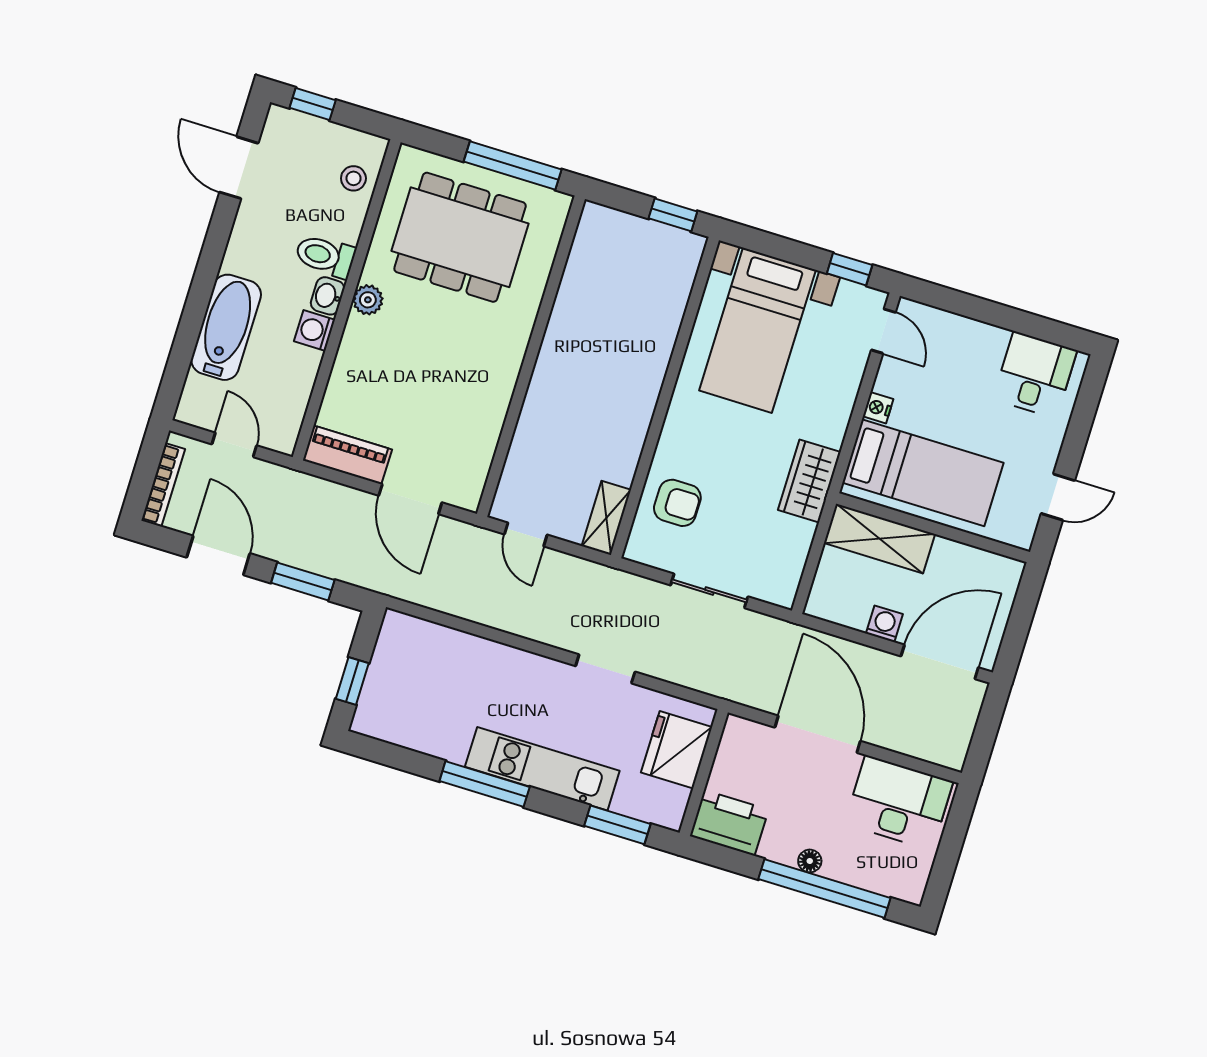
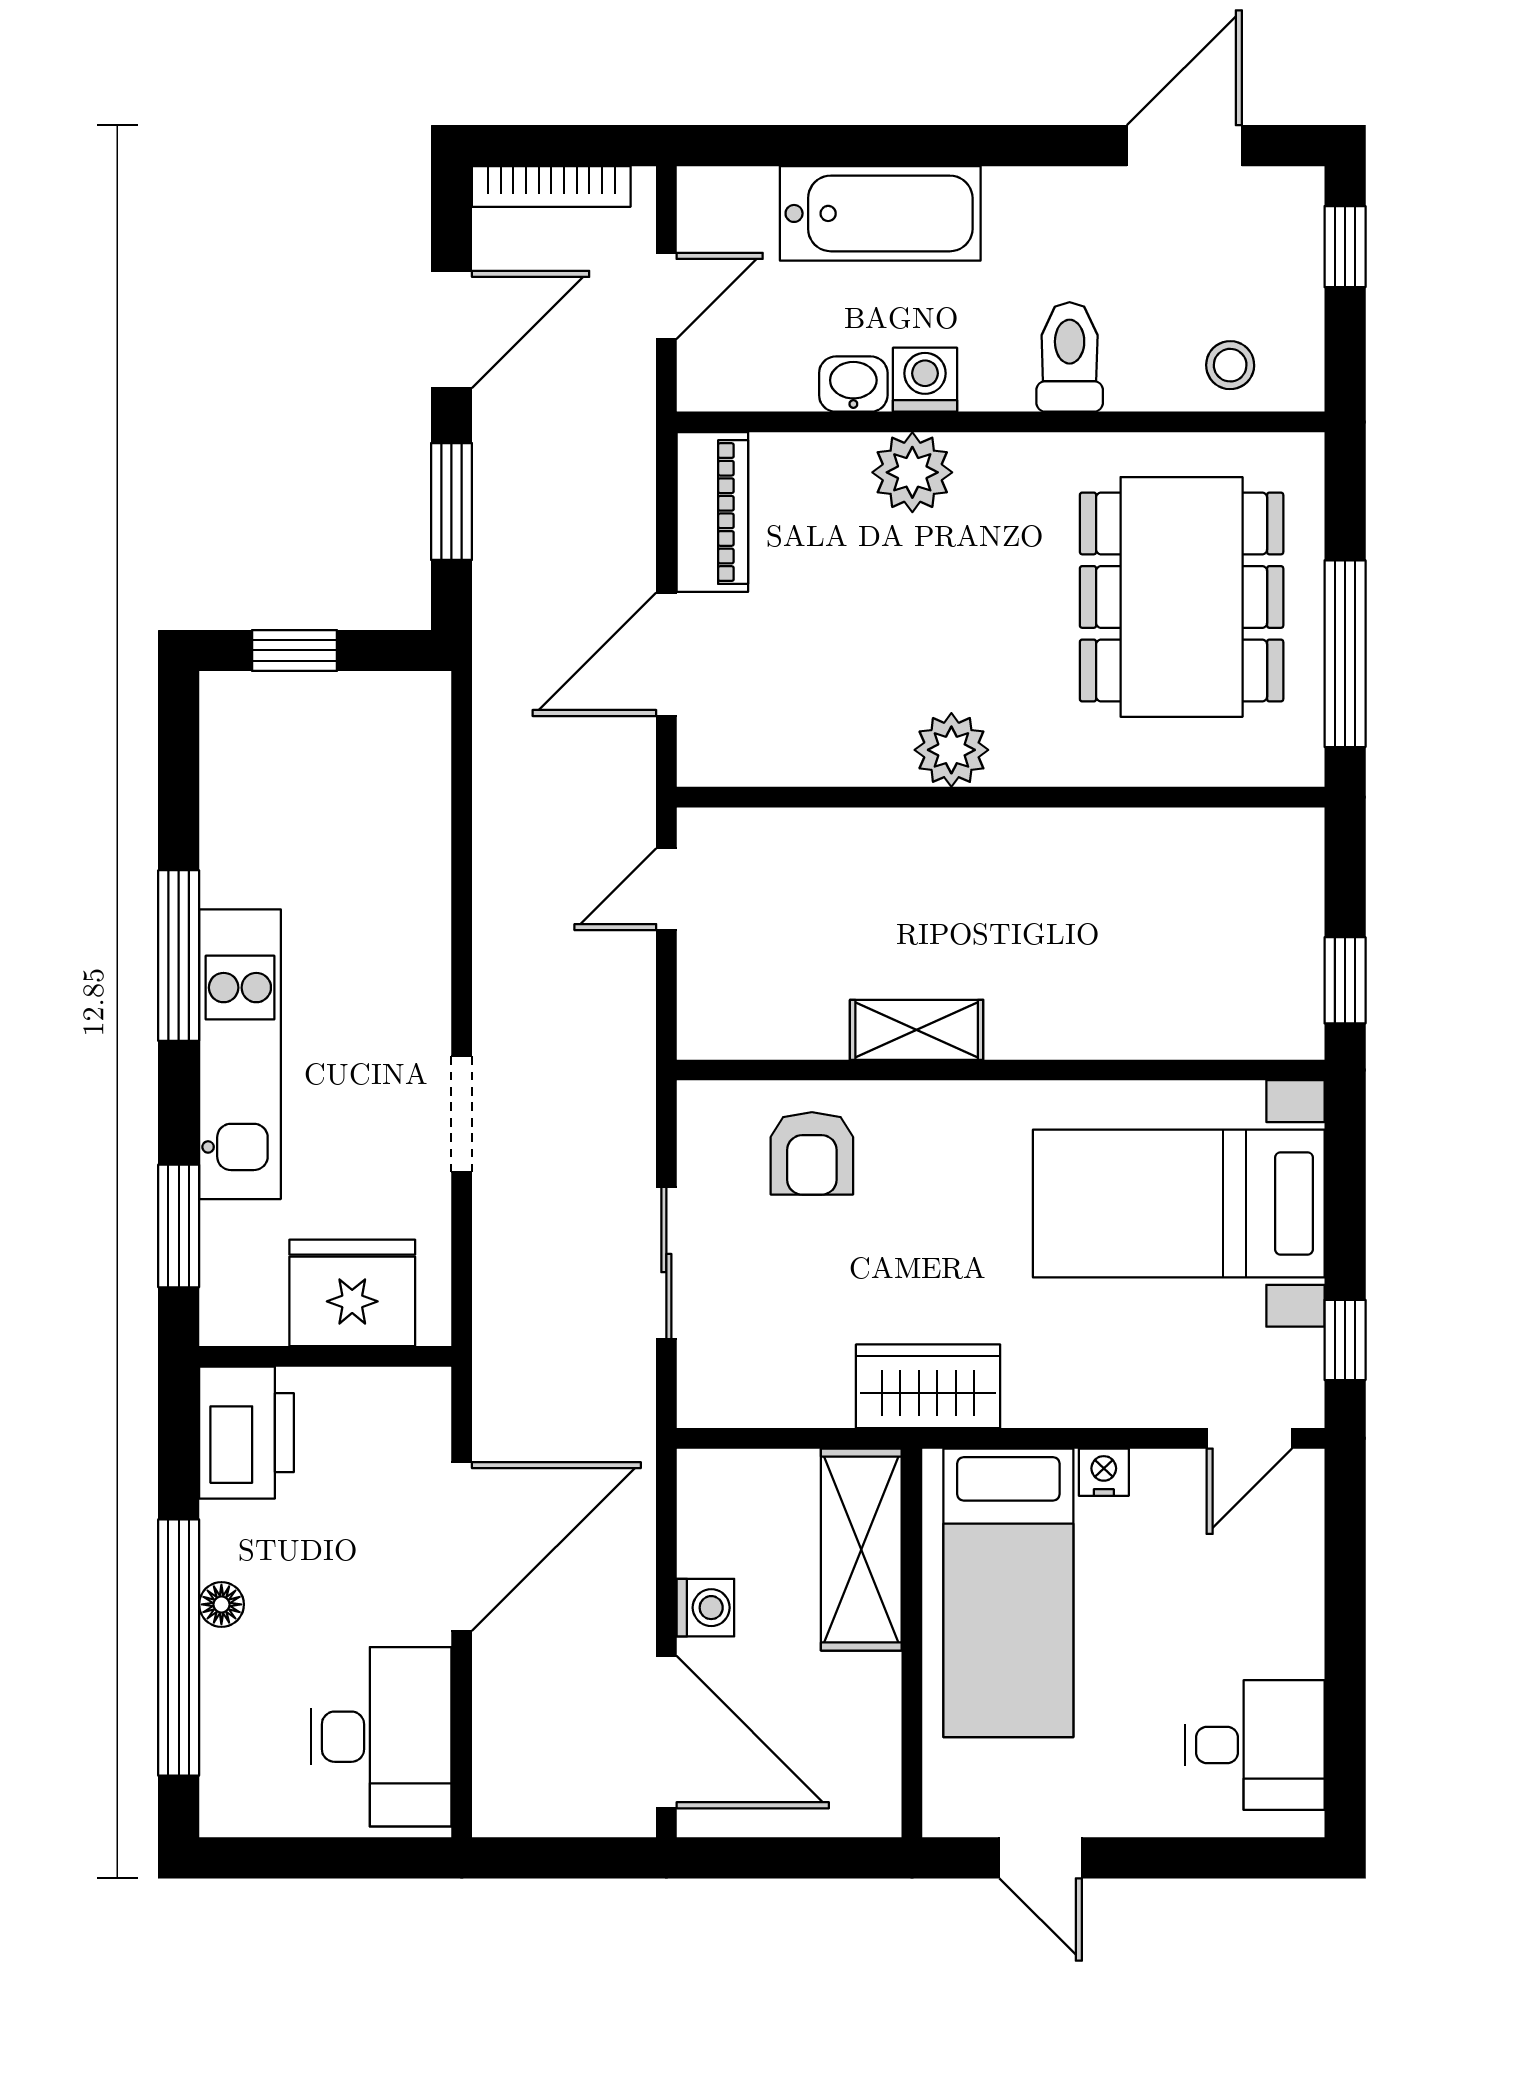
washbasin: (328, 296) -> (853, 384), moved
plant: (368, 300) -> (912, 472), moved, width x1.38, depth x1.38
plant: (500, 373) -> (951, 750), added
shelving: (606, 518) -> (917, 1030), moved

